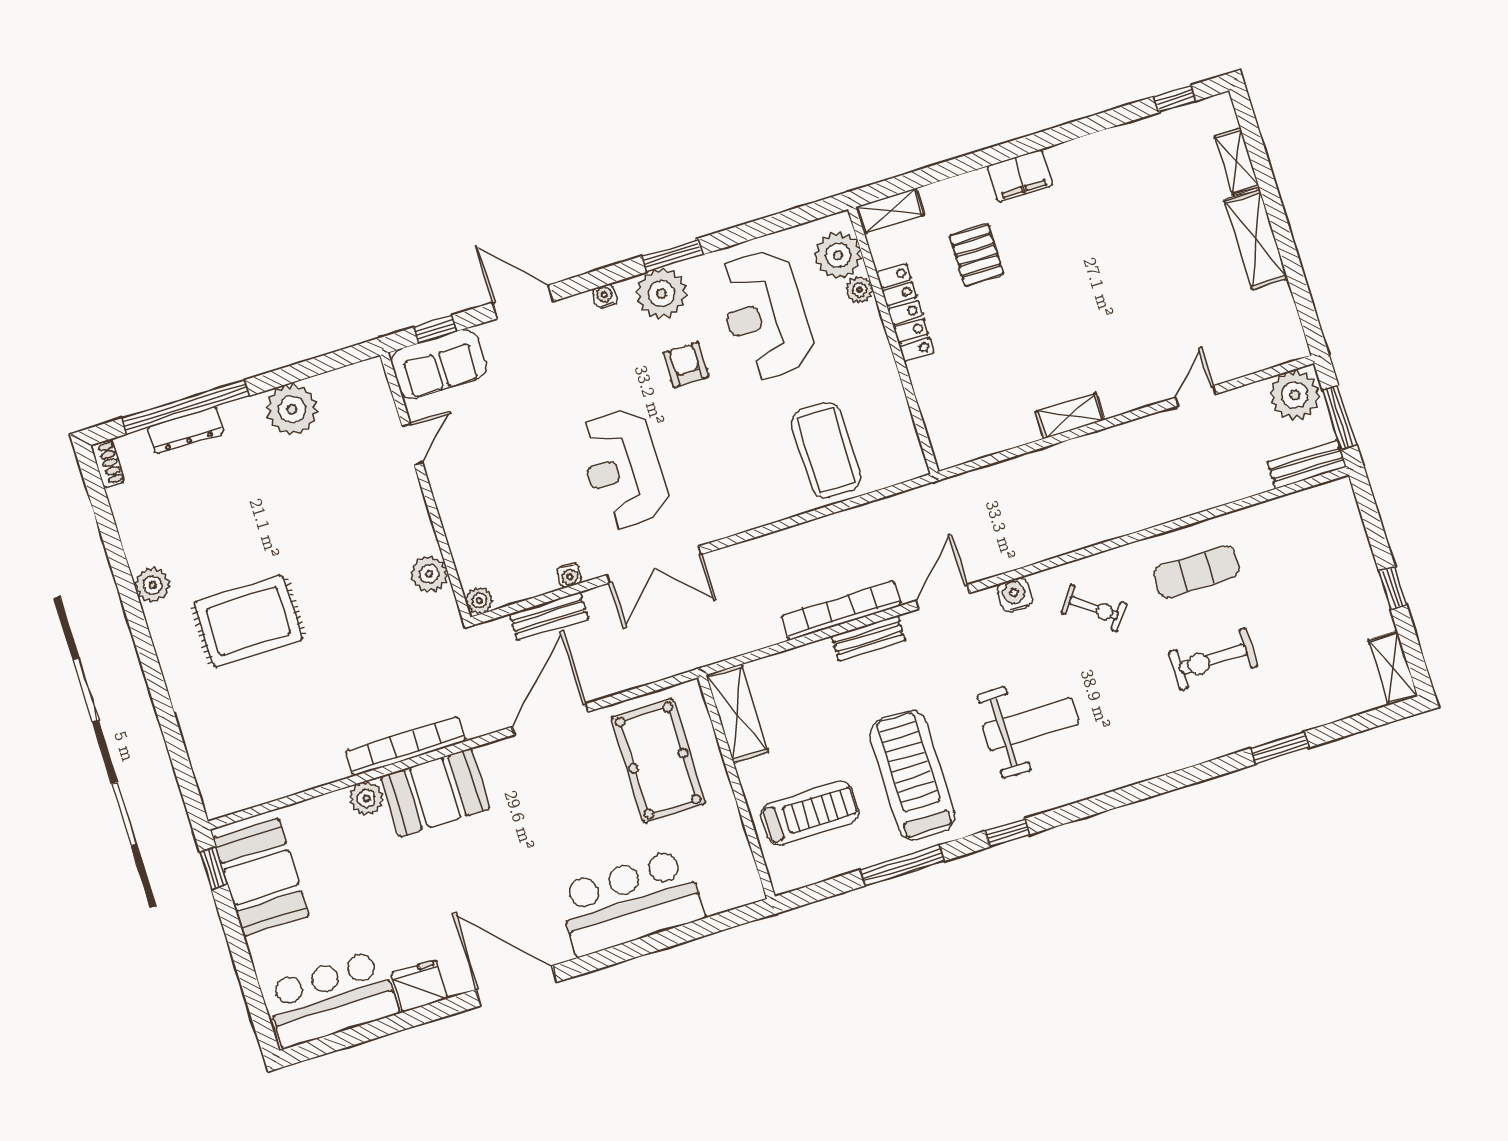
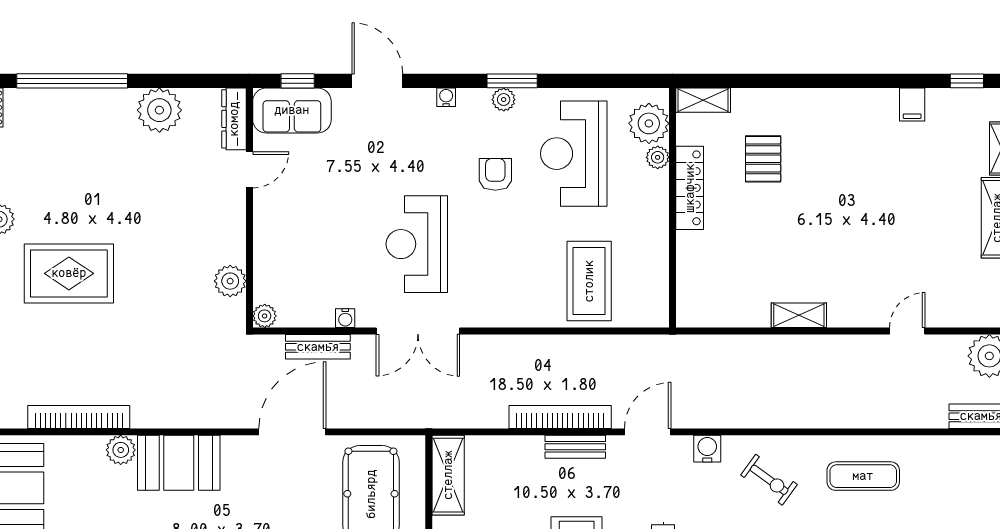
filing cabinet: (1020, 176) -> (912, 105), moved, width x0.50
plant: (661, 294) -> (504, 100), width x0.53, depth x0.53
dresser: (186, 430) -> (234, 119), moved, turned 90
bookcase: (406, 746) -> (79, 417), moved

